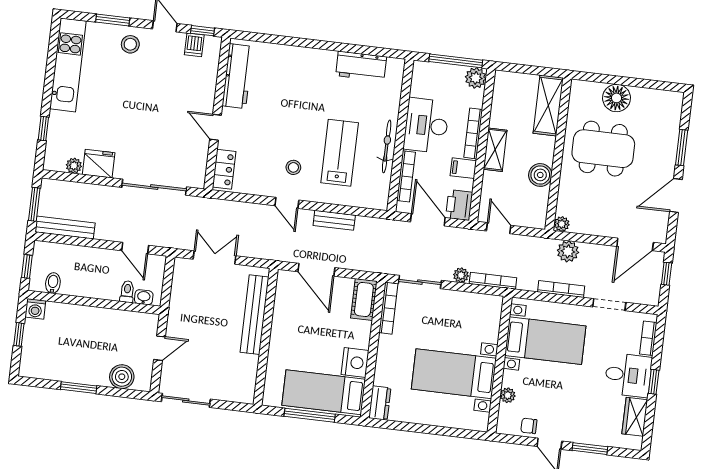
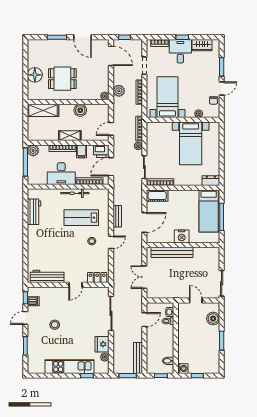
stool: (130, 44) -> (55, 325), moved
kitchen unit: (68, 65) -> (69, 367), moved
dining table: (603, 149) -> (62, 79), width x0.73
nightstand: (355, 363) -> (182, 236), moved, turned 180

